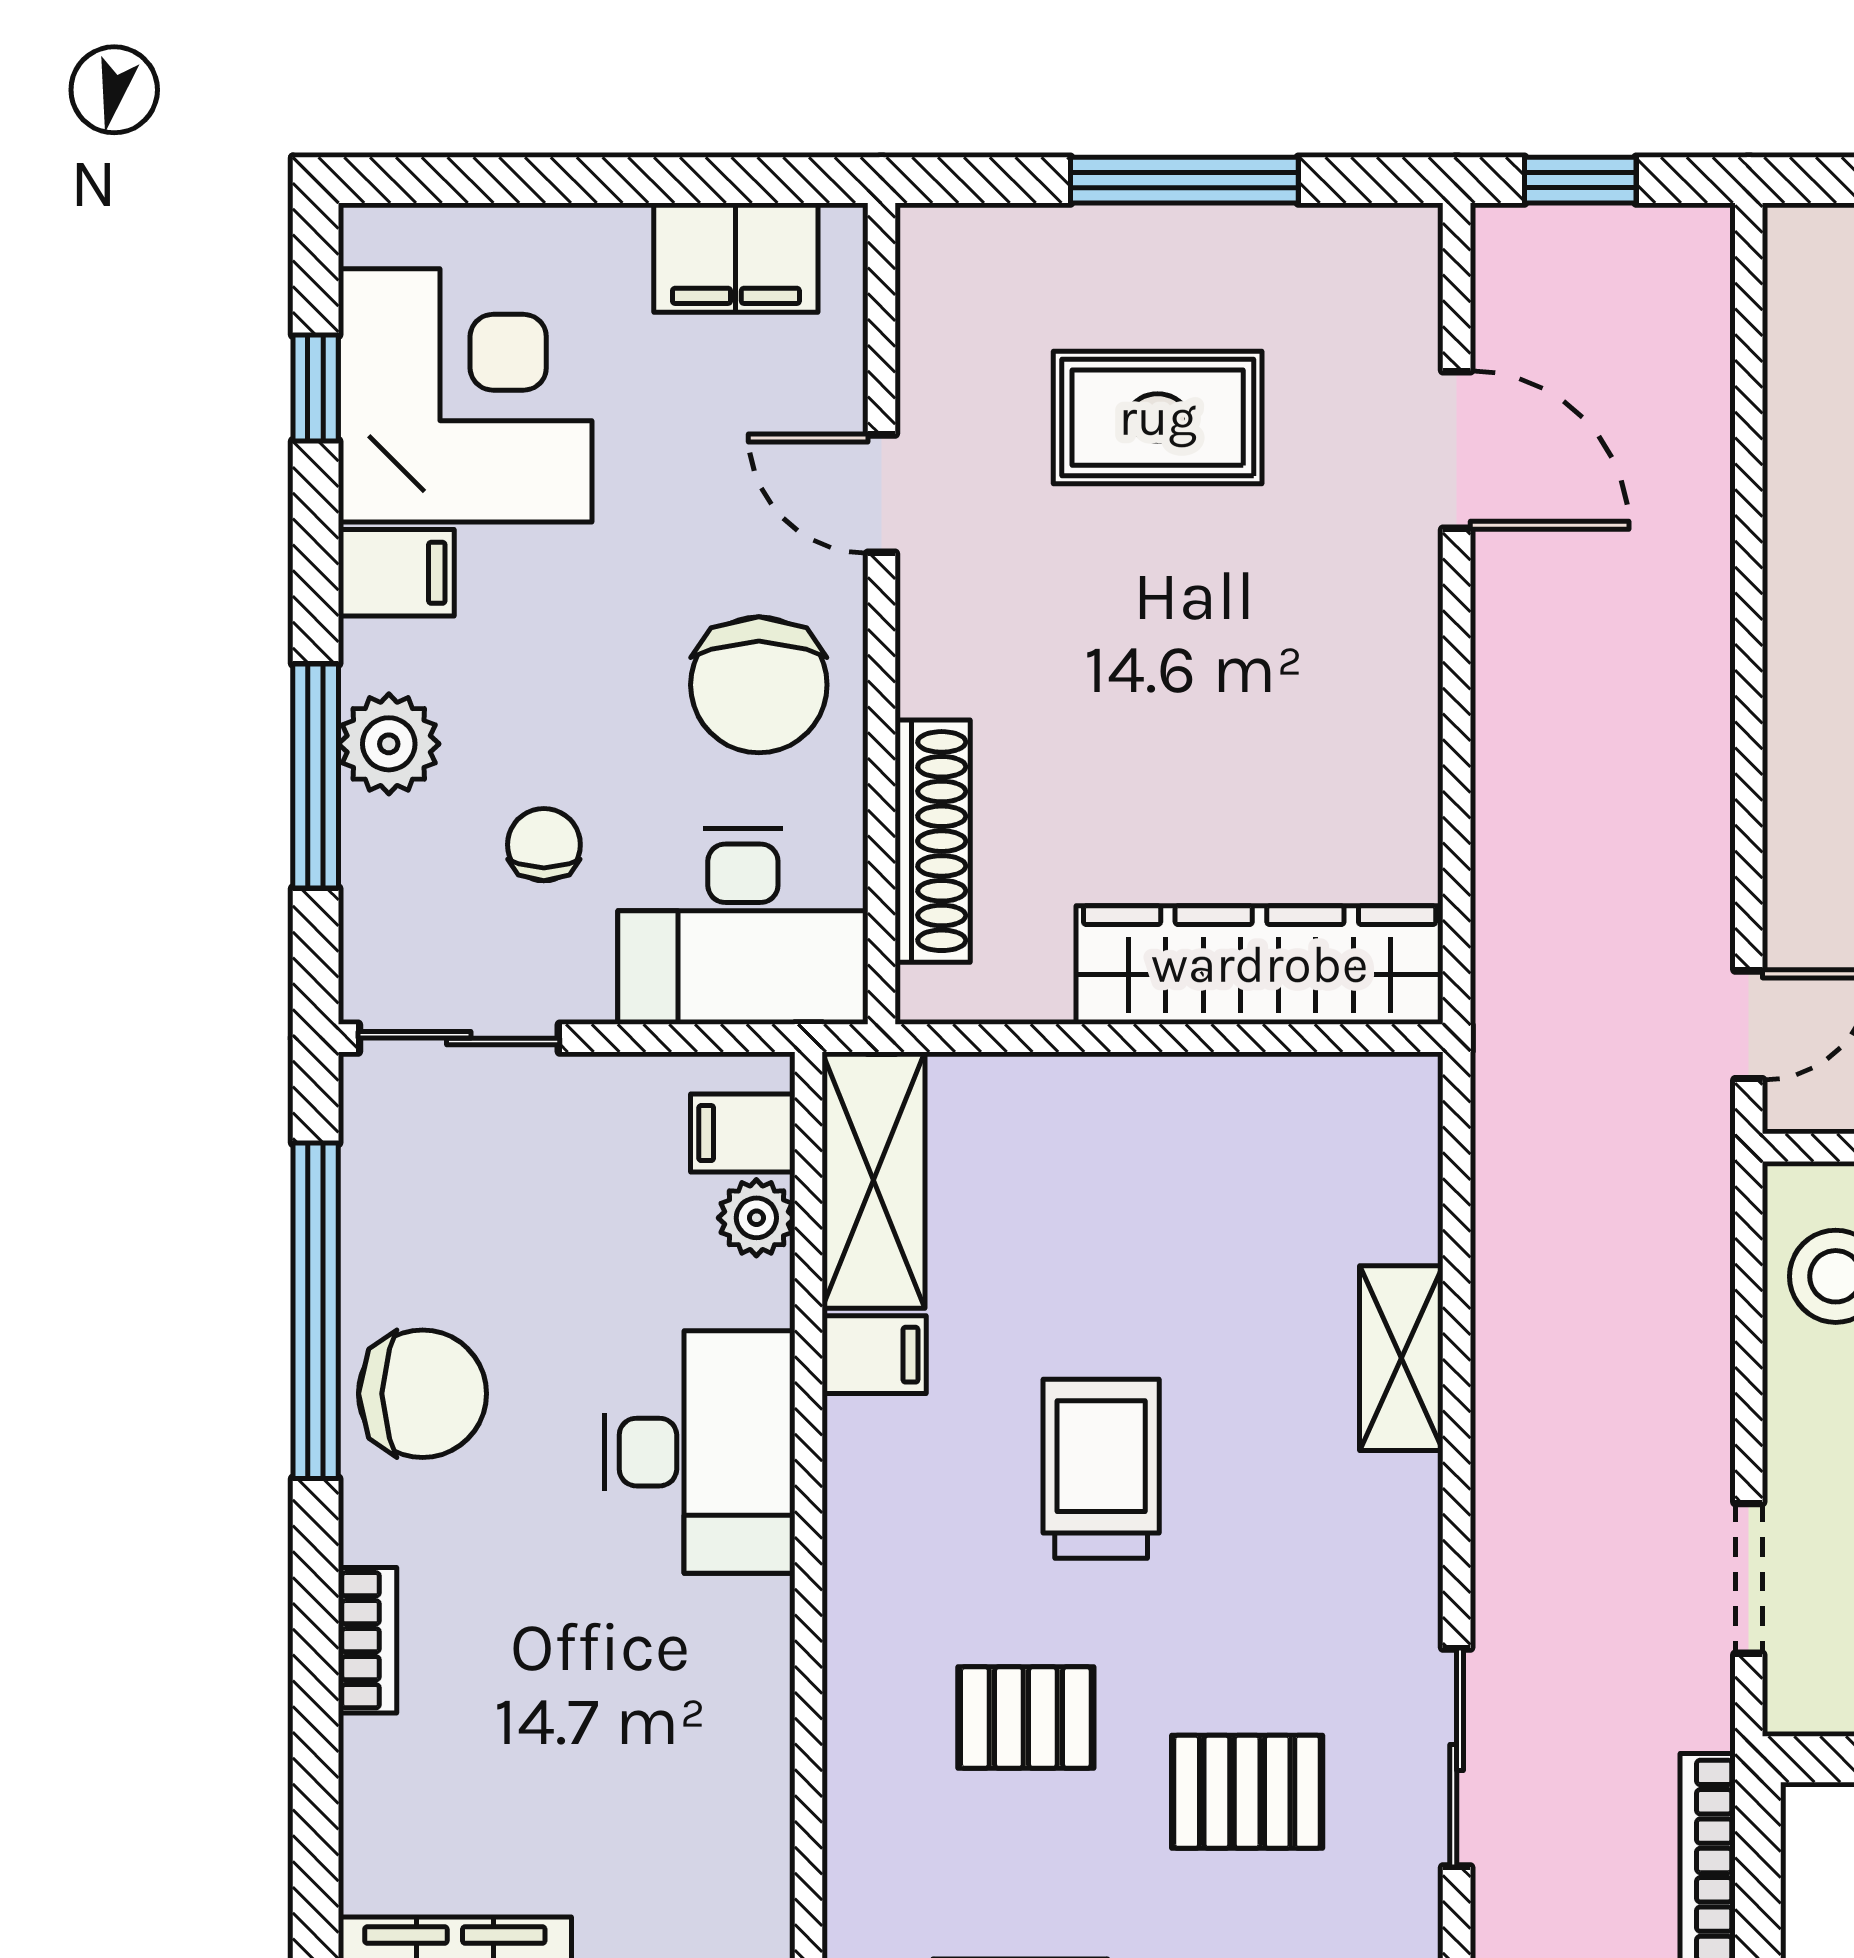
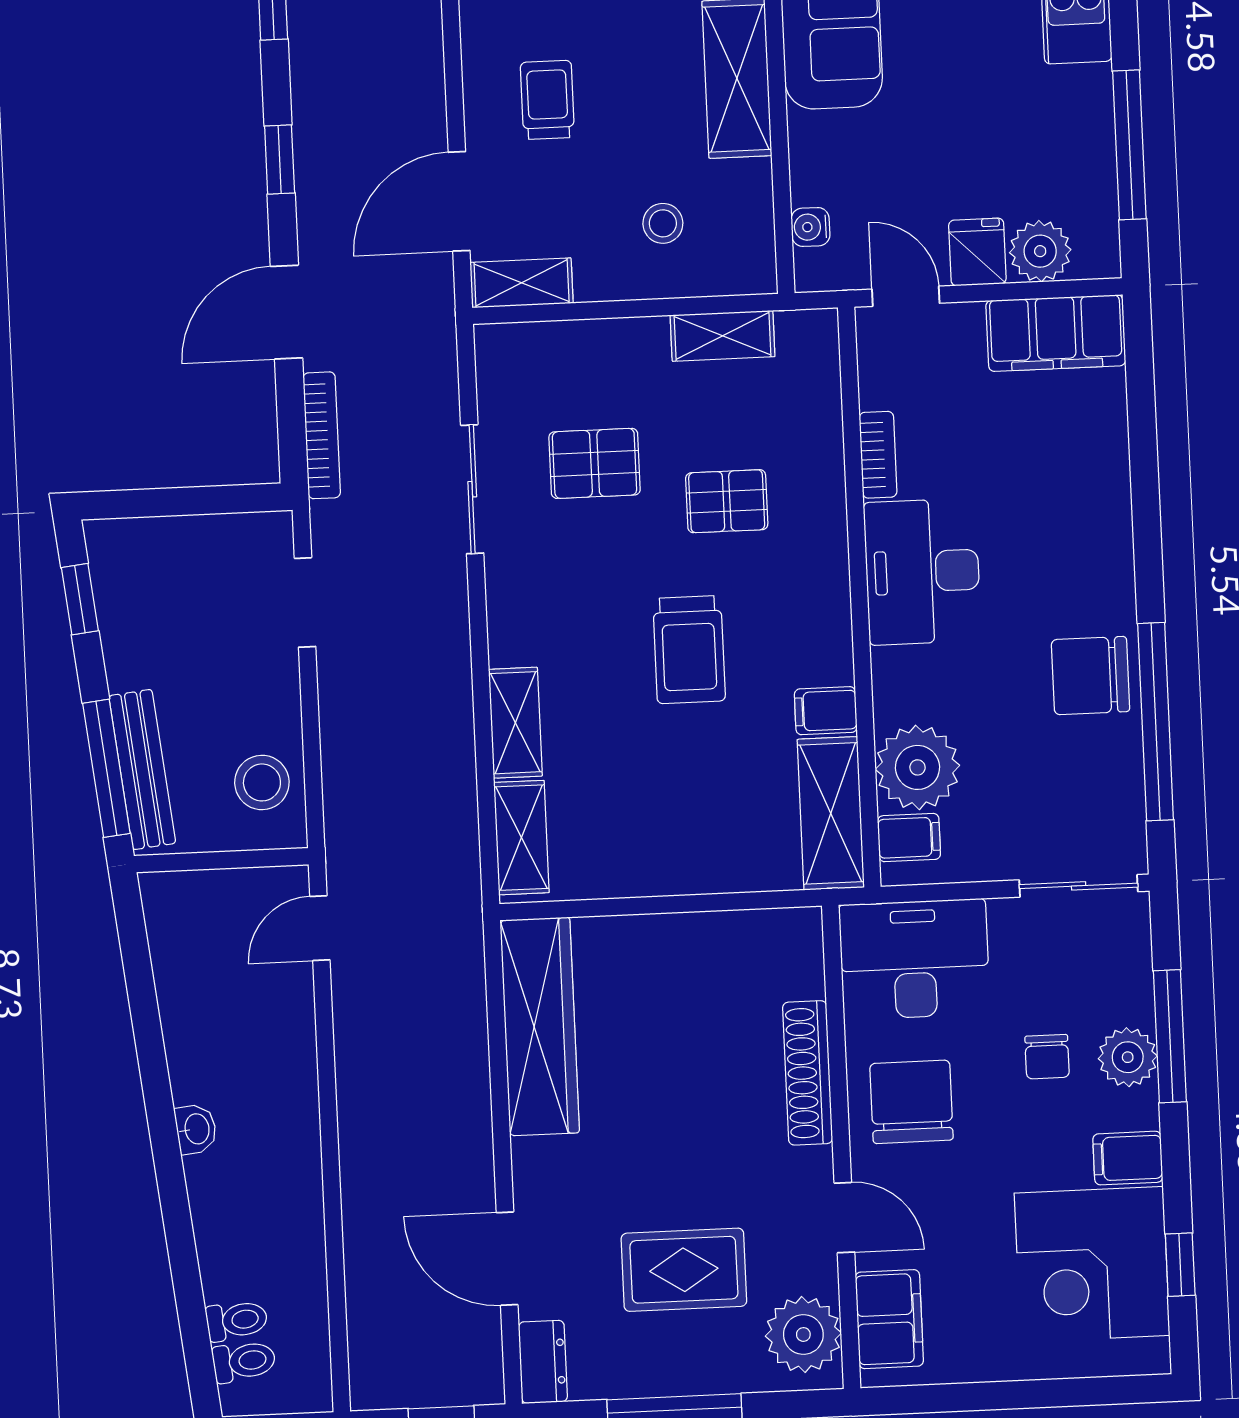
filing cabinet: (736, 258) -> (889, 1319), moved, turned 90
dresser: (1404, 272) -> (543, 1362), added
plant: (960, 299) -> (803, 1334), added
shoe rack: (933, 841) -> (808, 1073), moved
chair: (544, 845) -> (1047, 1057), moved
wardrobe: (1260, 965) -> (540, 1027), moved, turned -90
shelving: (1400, 1163) -> (521, 838), added
plant: (756, 1218) -> (917, 767), width x1.87, depth x1.87
desk: (699, 1452) -> (922, 572), moved
bookcase: (368, 1640) -> (878, 455), moved, turned 180

